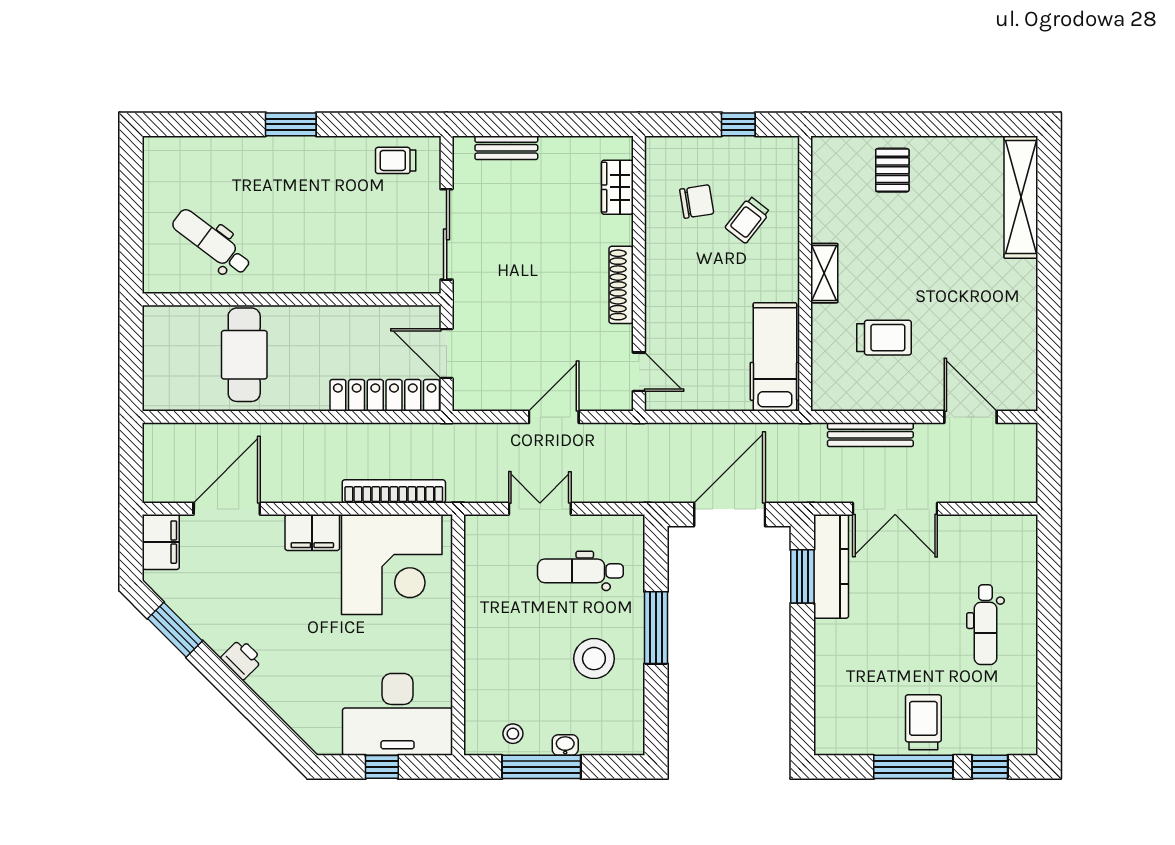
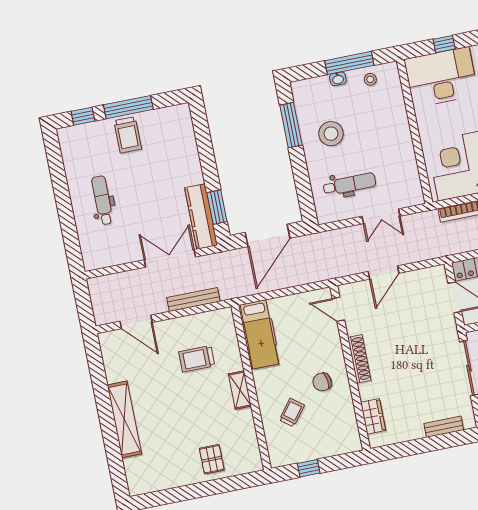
shelving: (1021, 197) -> (124, 419), moved
chair: (697, 201) -> (322, 382), moved
window: (656, 628) -> (291, 125), moved

